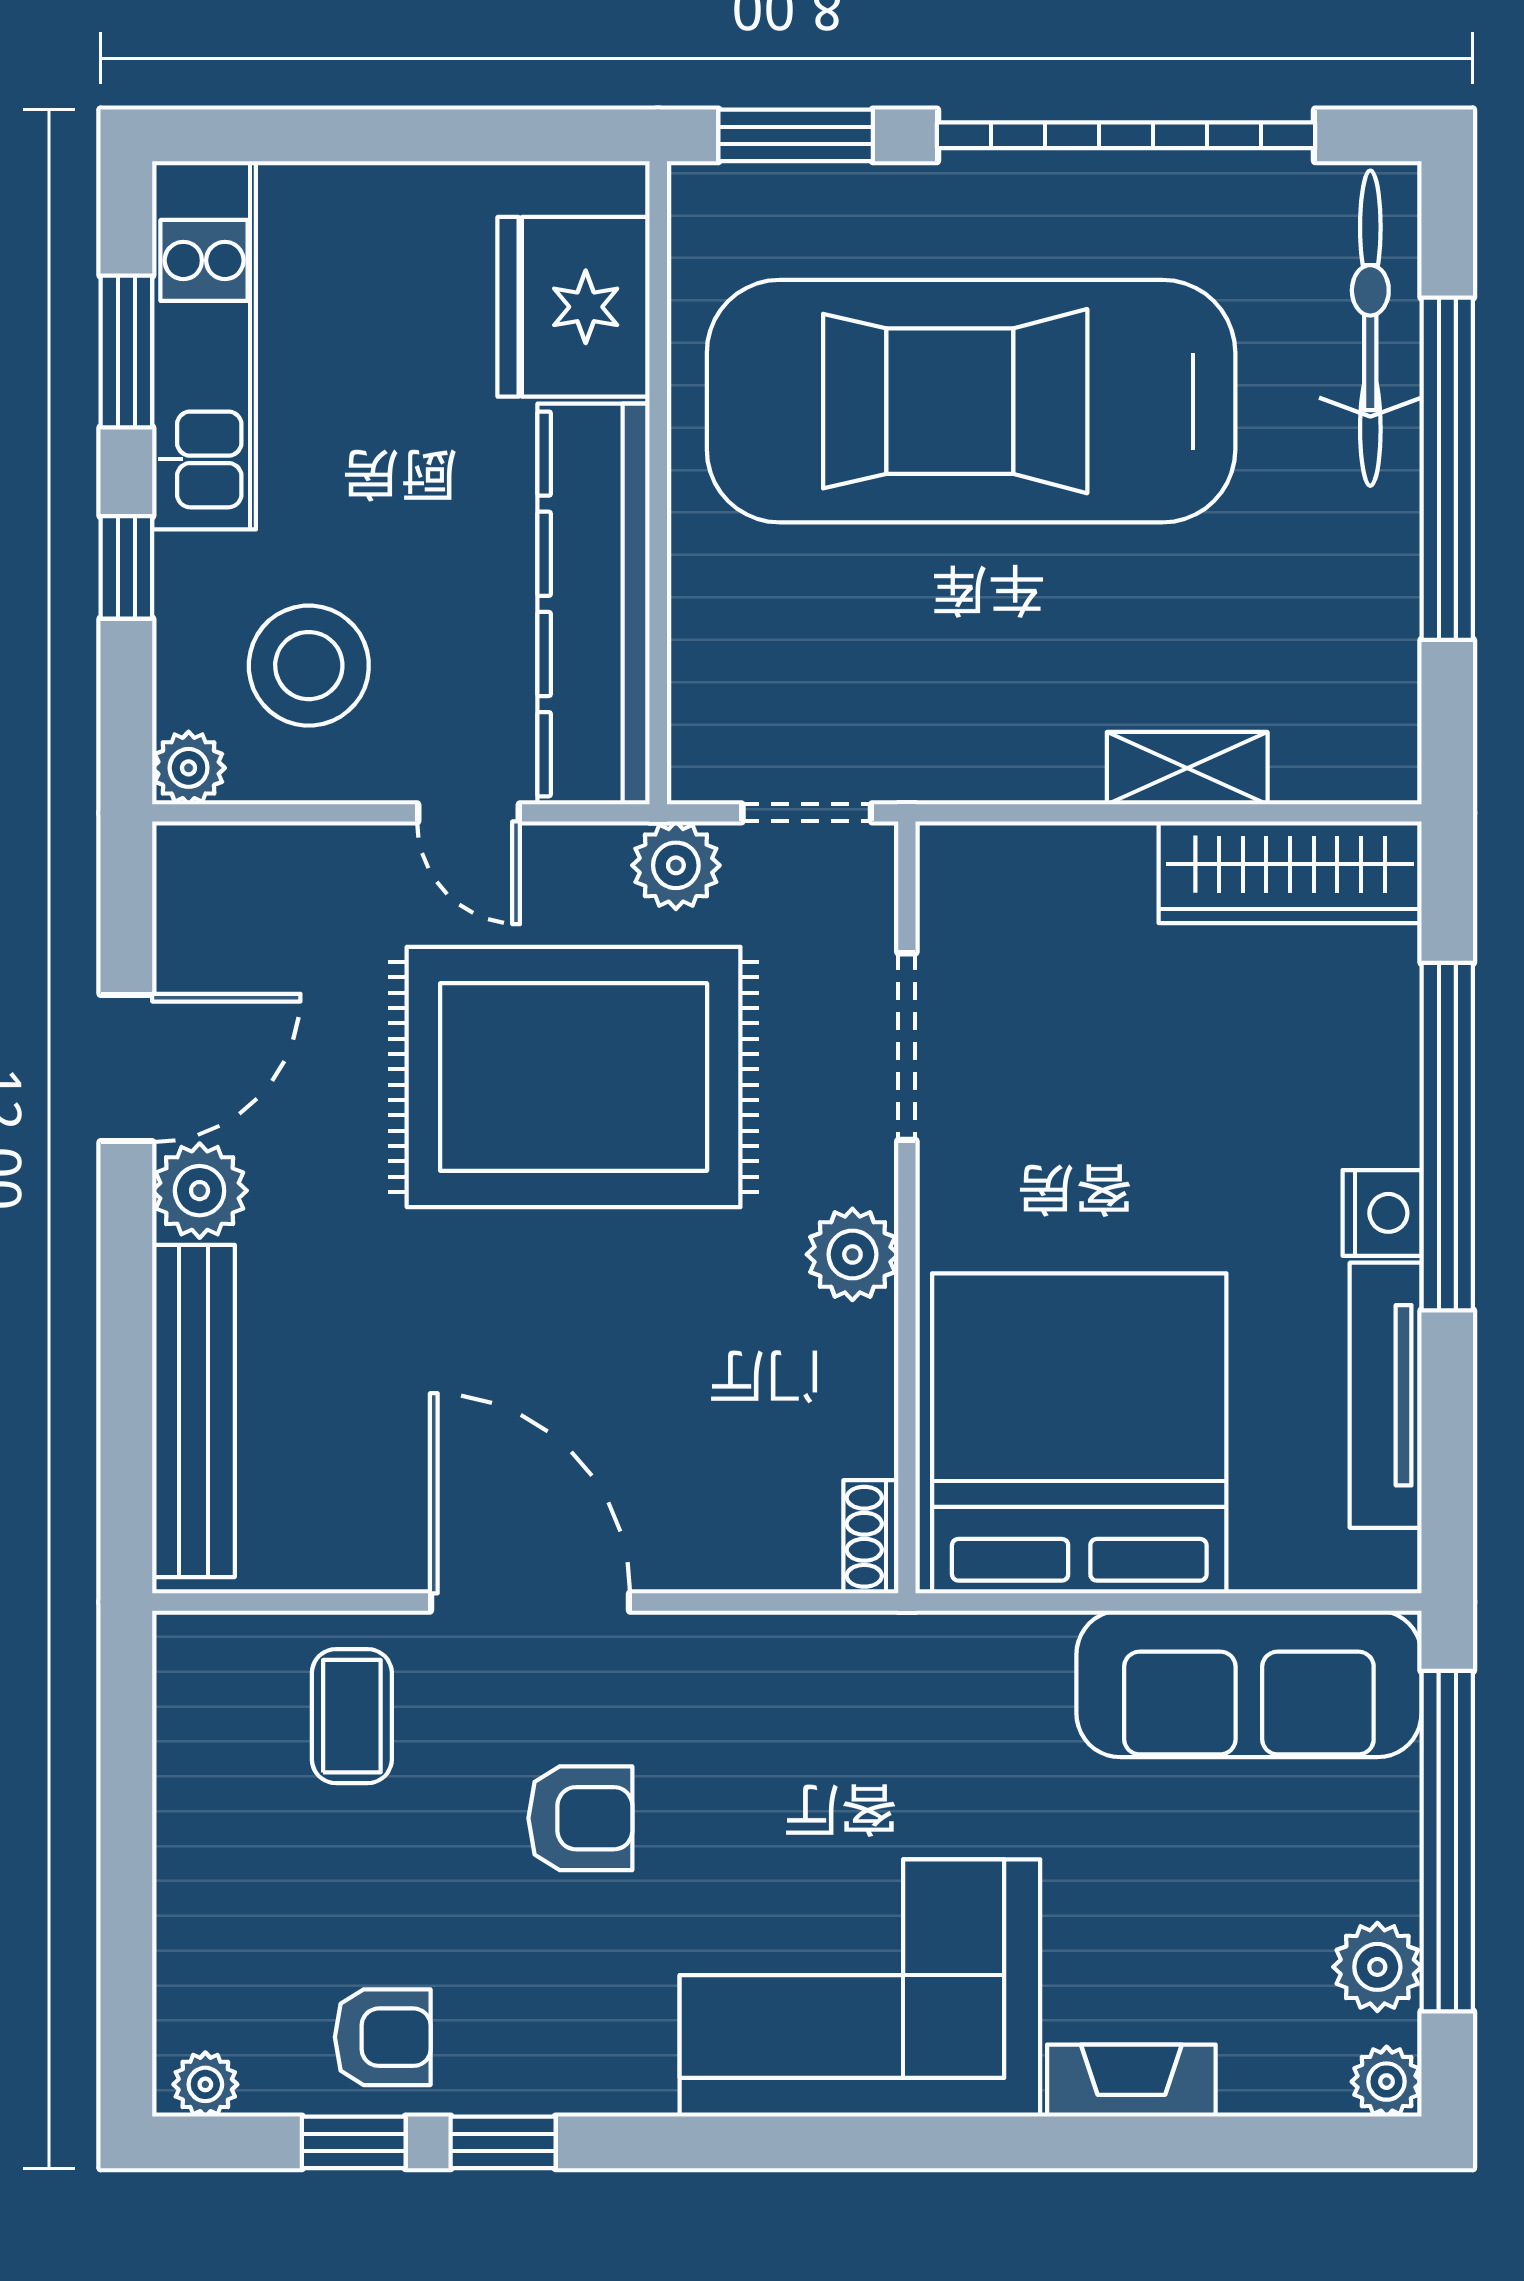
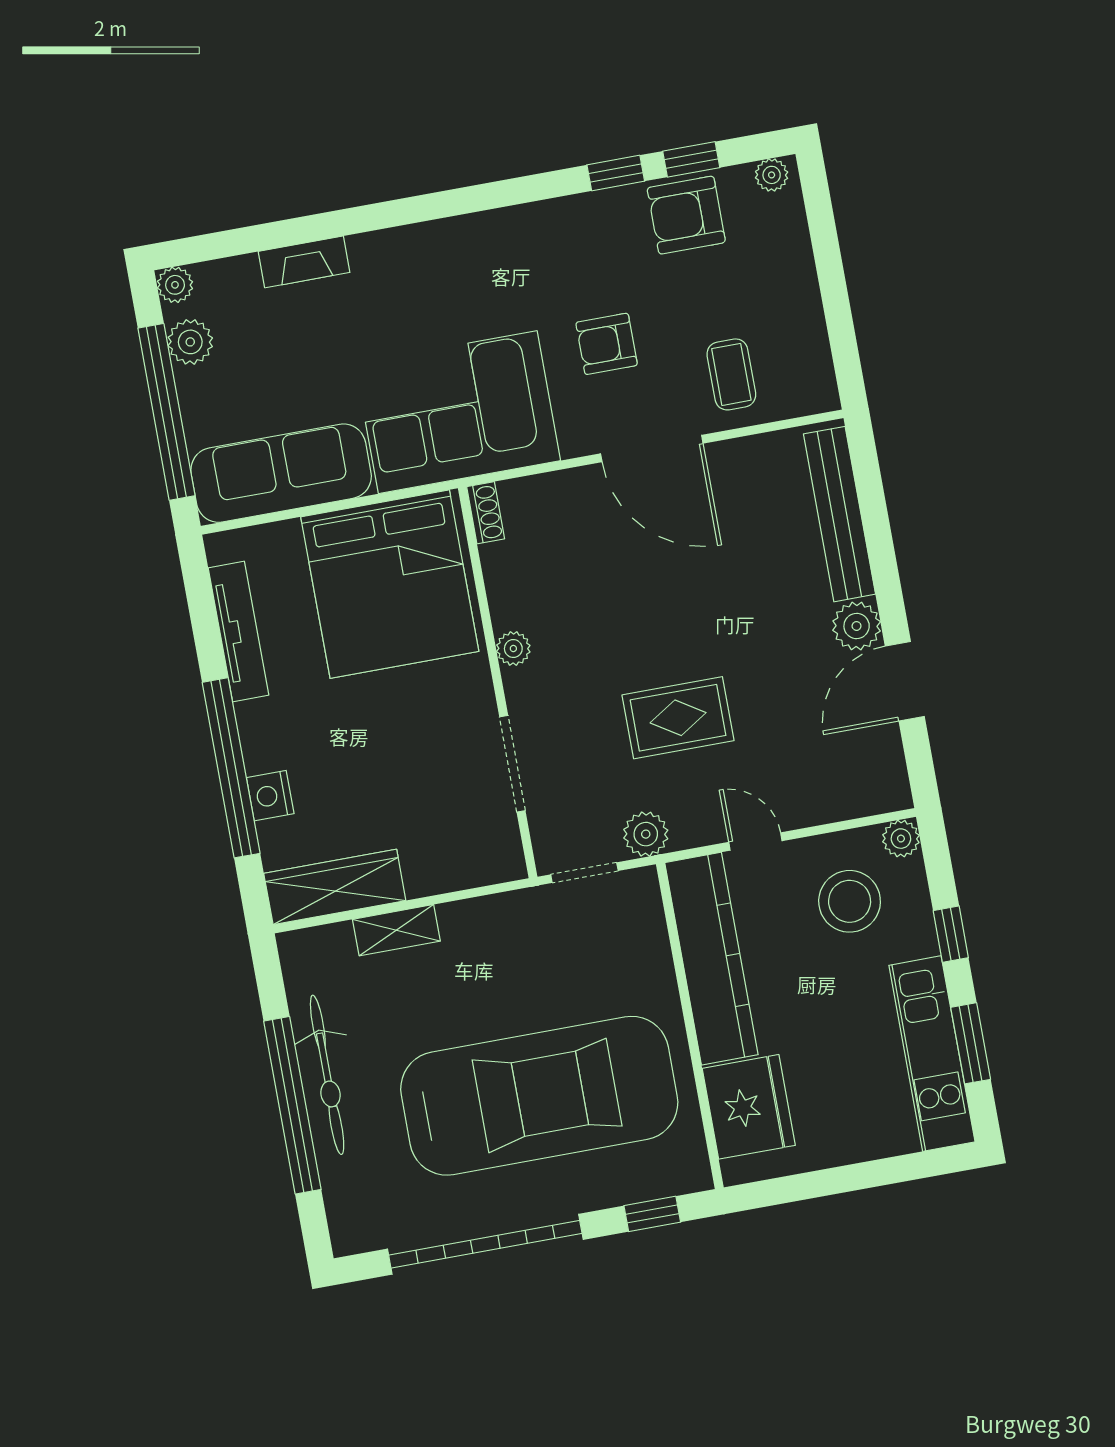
window: (796, 135) -> (652, 1214), width x0.67
bicycle: (1370, 328) -> (327, 1075), moved
rug: (574, 1077) -> (678, 718), width x0.54, depth x0.49
nightstand: (1382, 1213) -> (270, 796), moved
plant: (852, 1254) -> (513, 648), width x0.73, depth x0.73
corner sofa: (860, 1988) -> (458, 412), moved, turned 180
armchair: (383, 2037) -> (686, 215), width x1.38, depth x1.38

